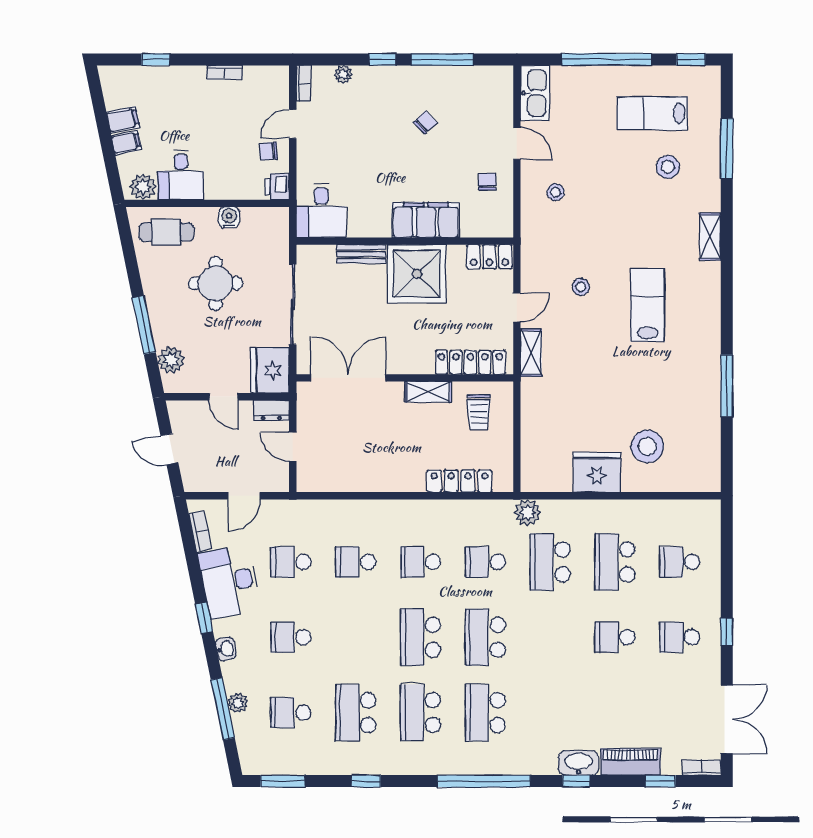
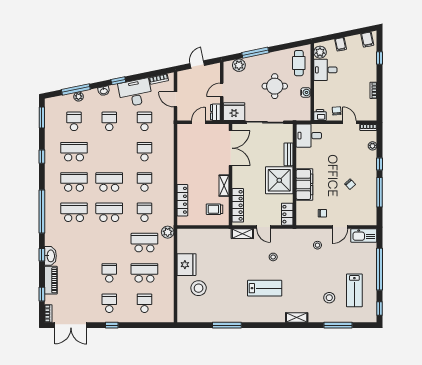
lab bench: (652, 113) -> (354, 290), turned 180
filing cabinet: (123, 120) -> (367, 40), moved

